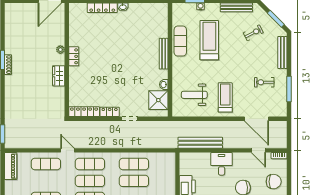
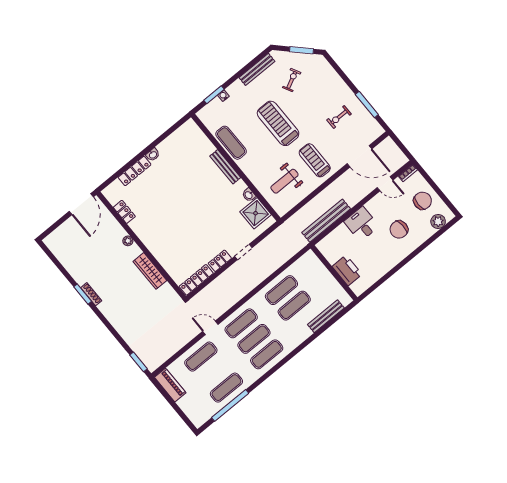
treadmill: (209, 40) -> (278, 123), moved
bench: (282, 52) -> (333, 76), removed
locker: (74, 56) -> (124, 212), moved
wardrobe: (59, 76) -> (150, 271), width x1.50

